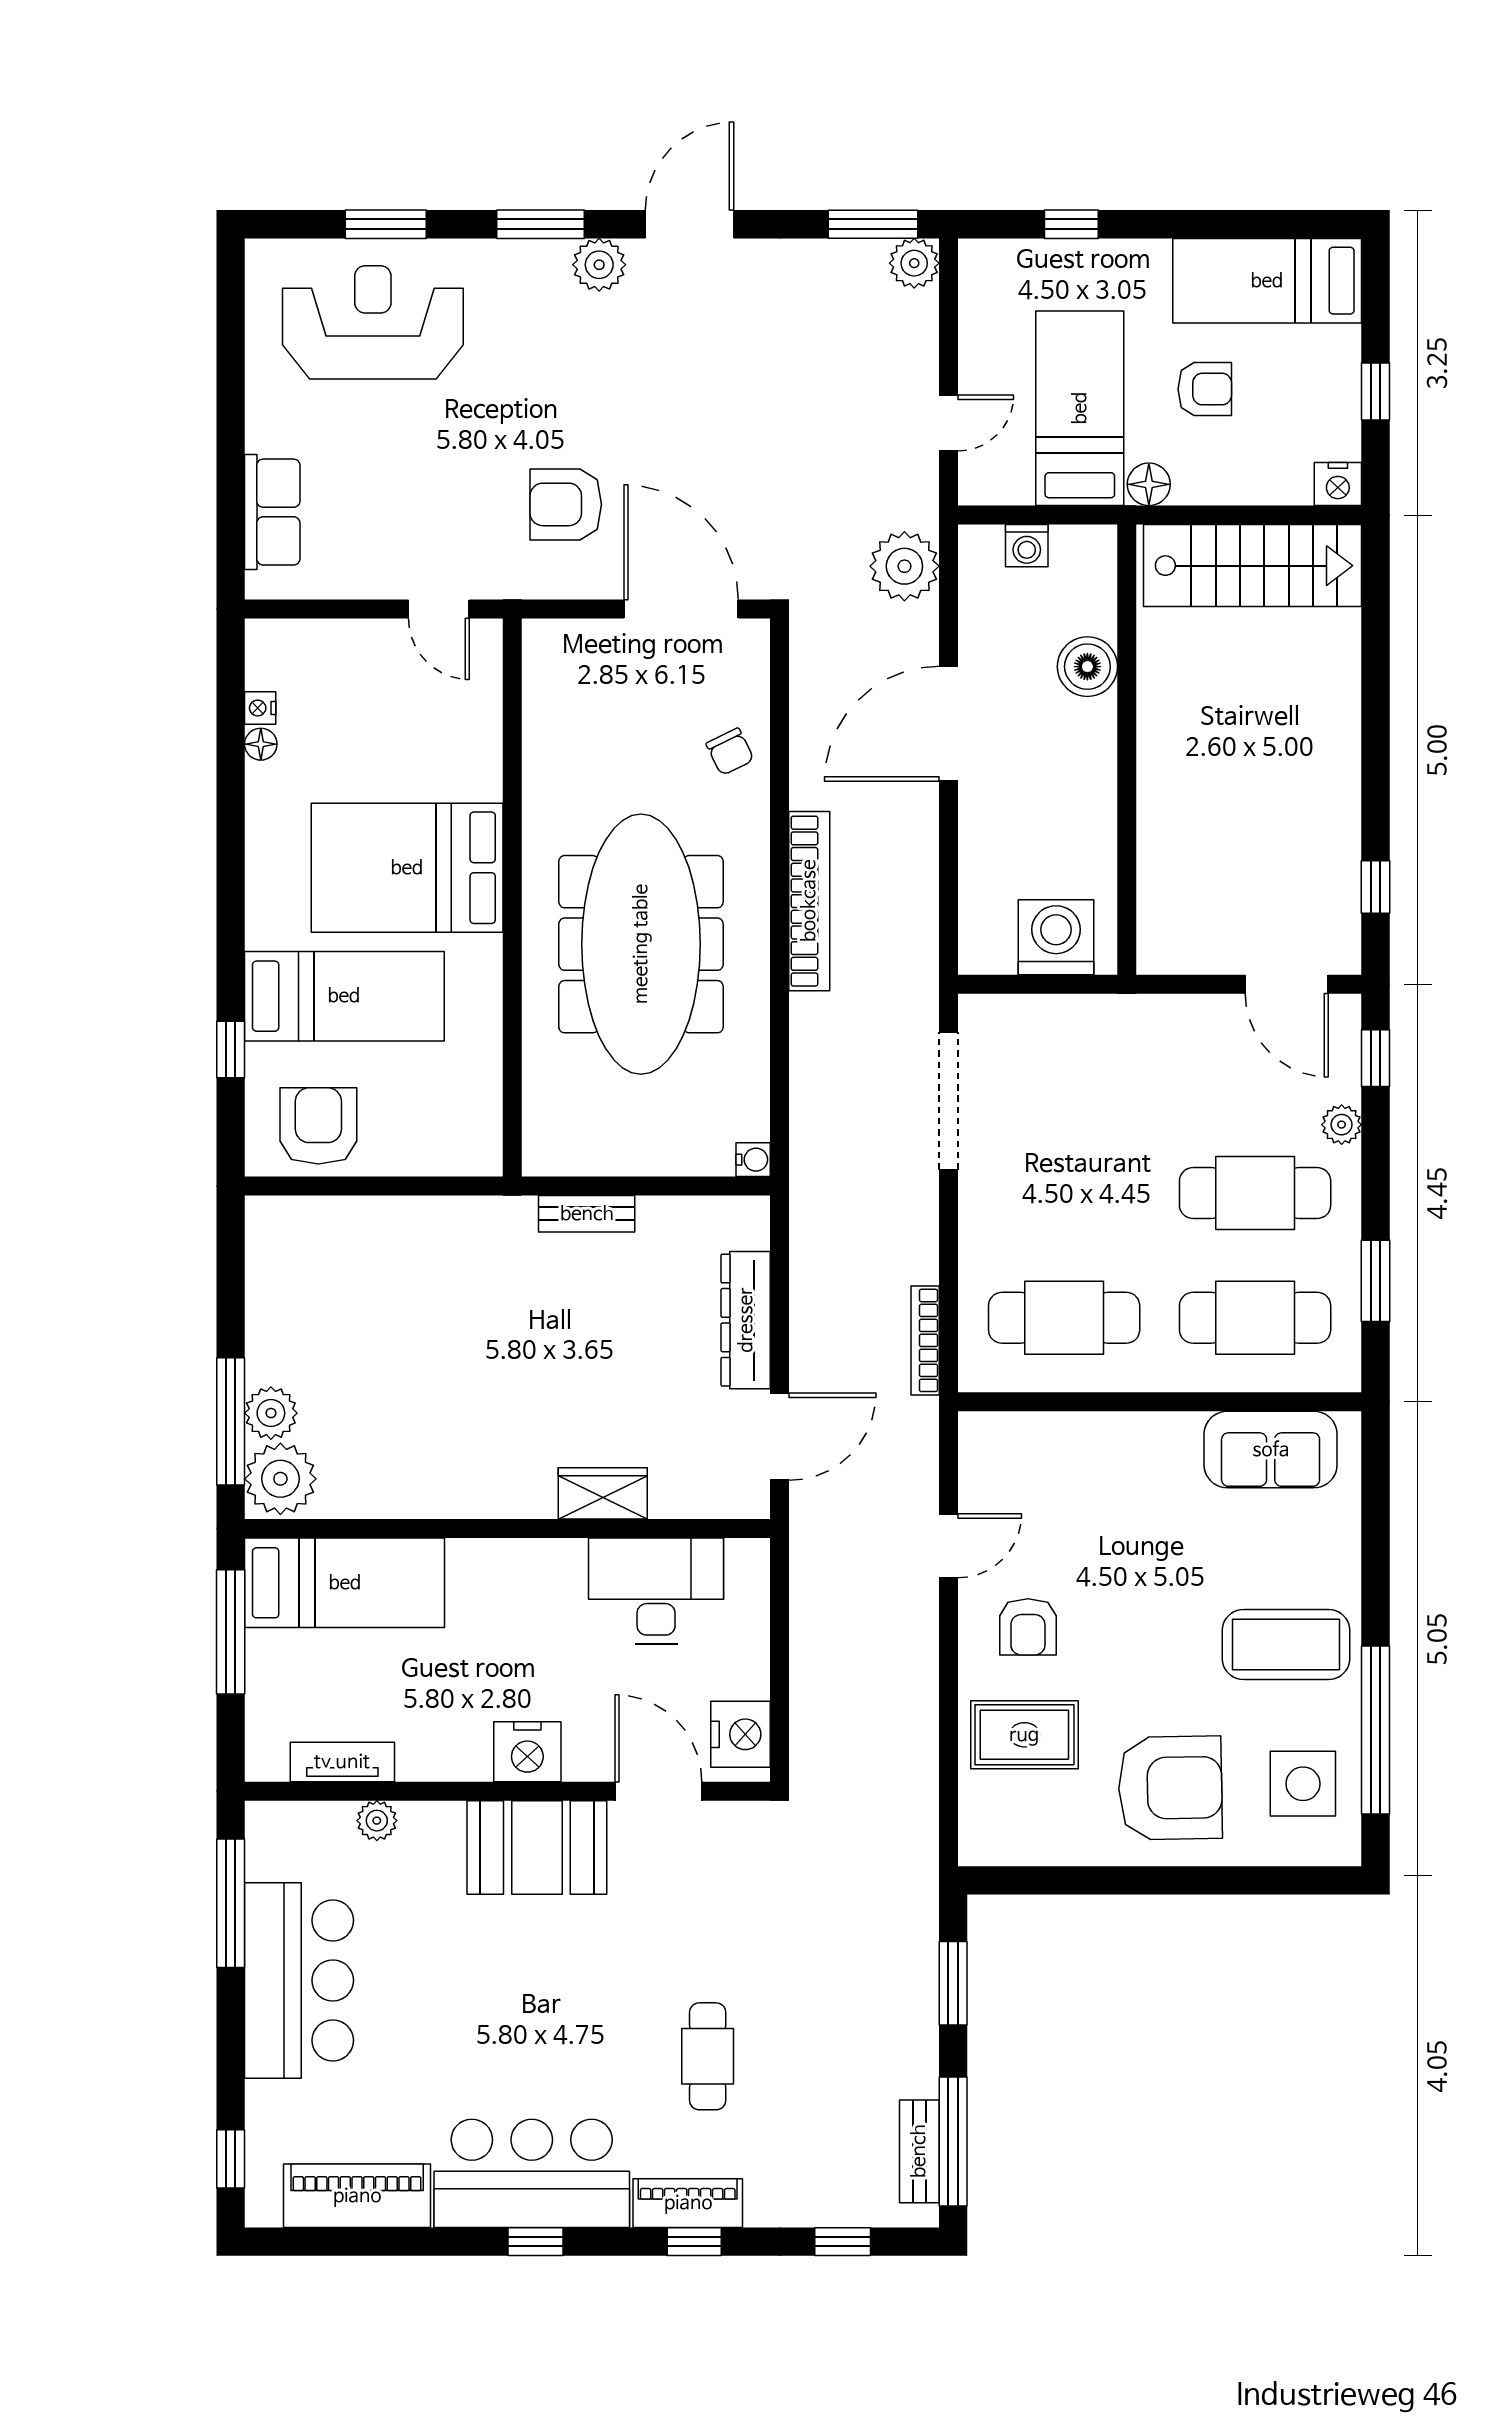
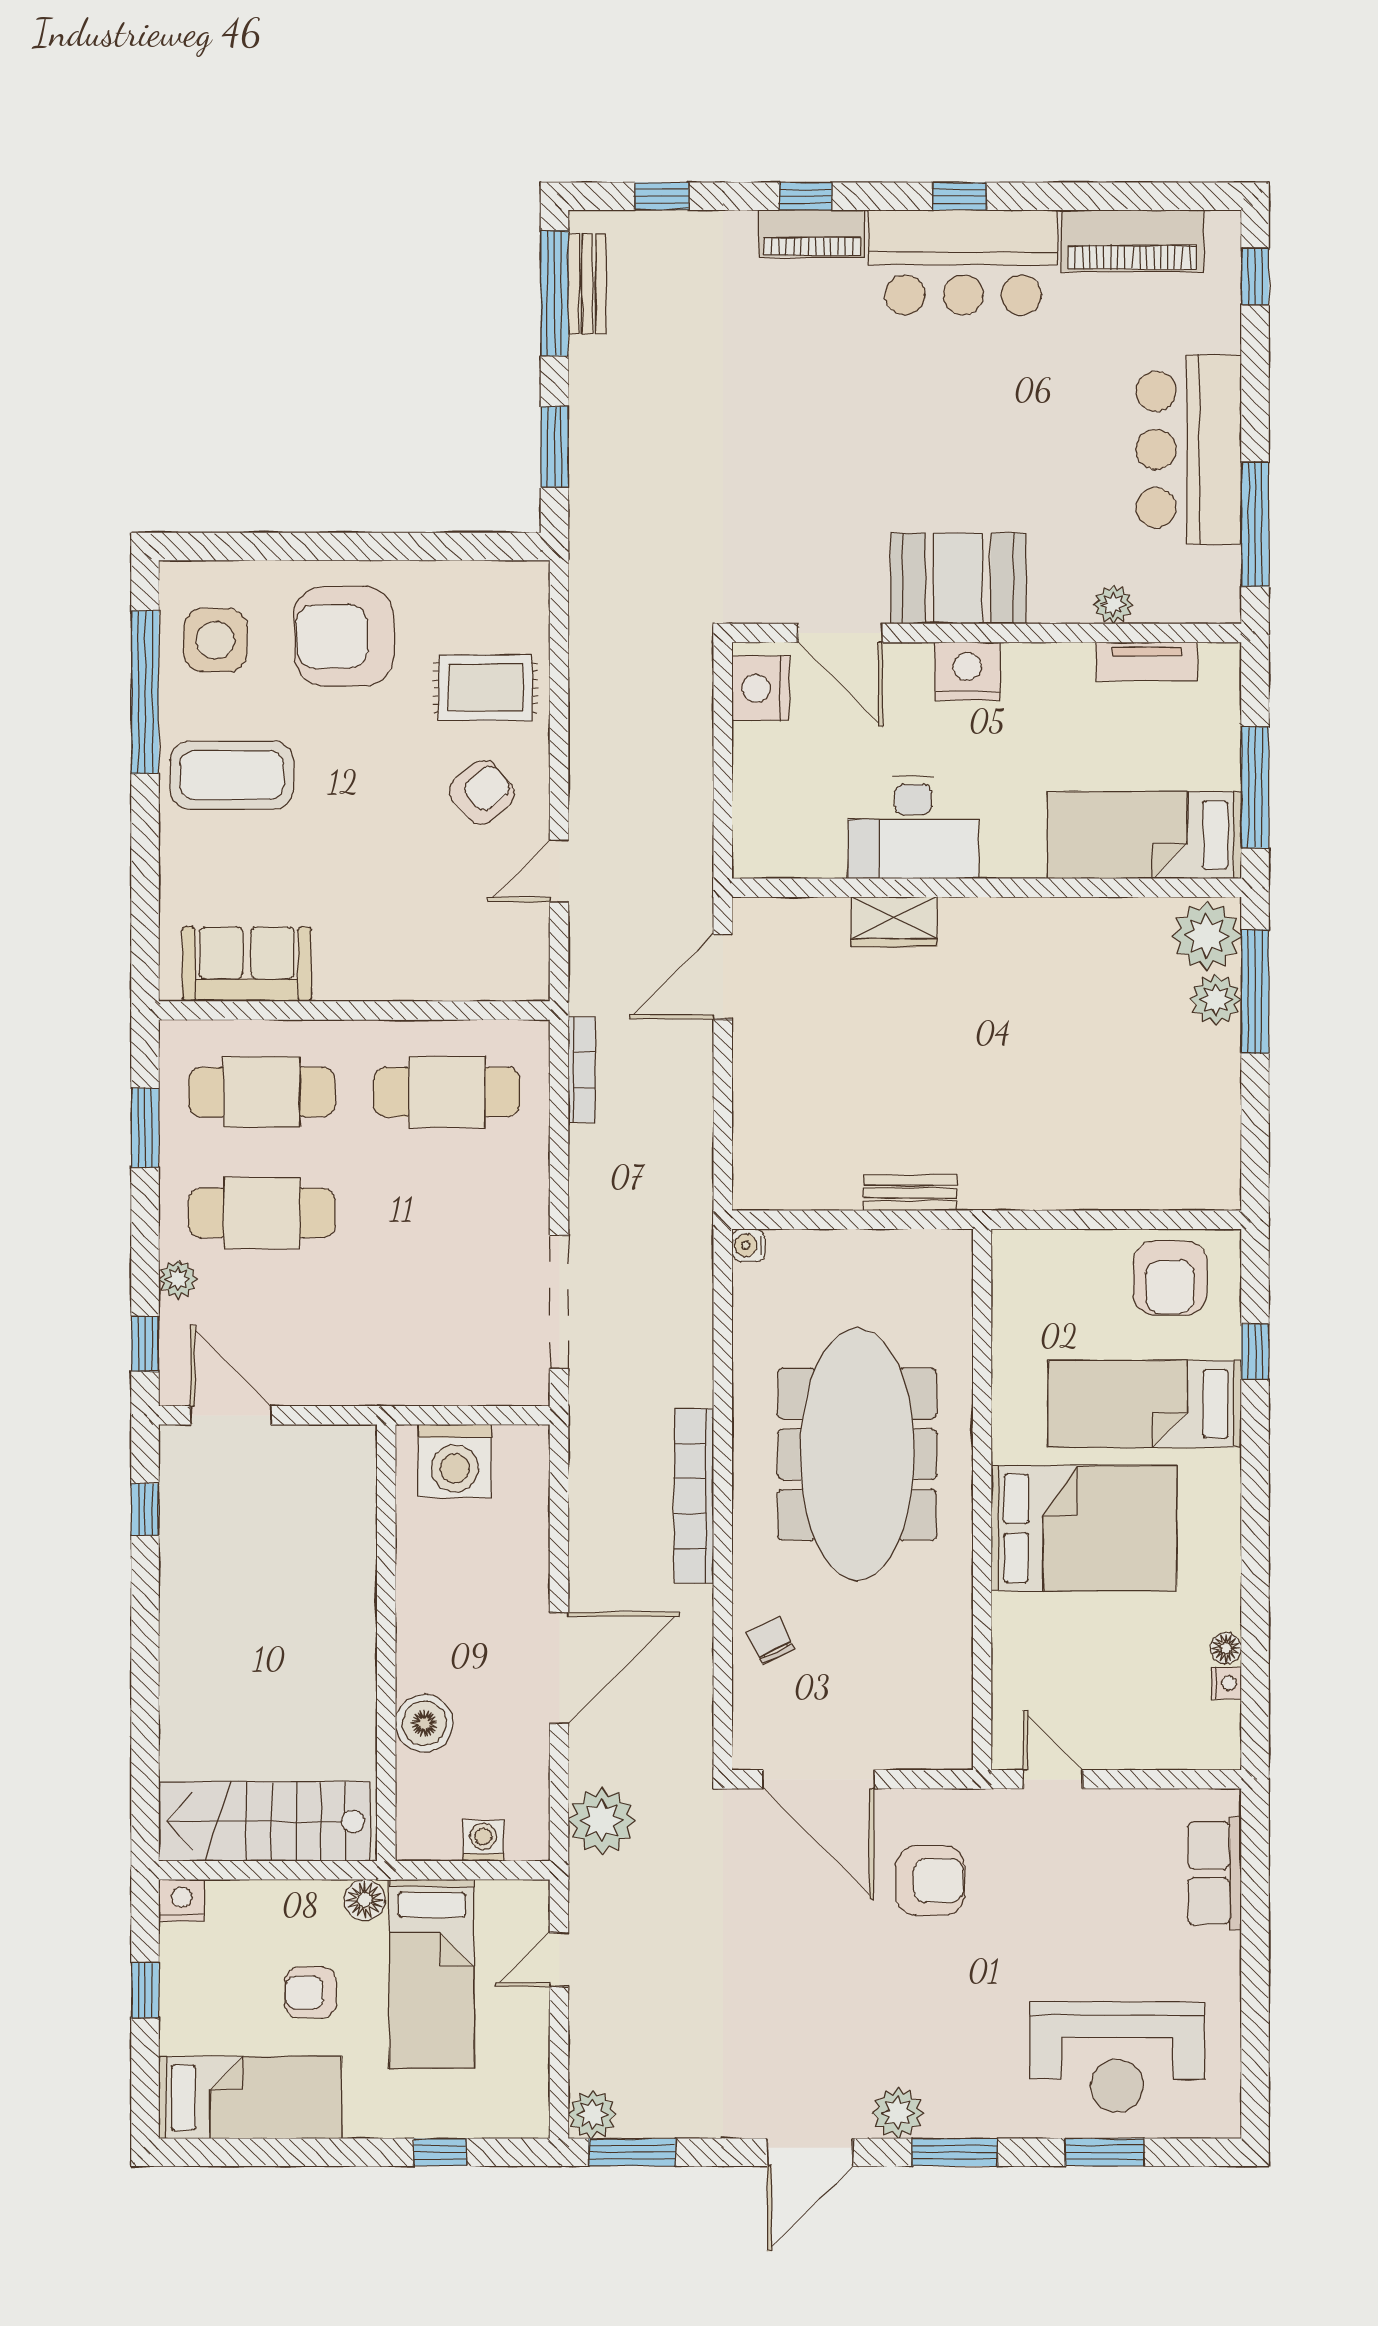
dresser: (746, 1320) -> (756, 1090), removed
desk: (656, 1591) -> (913, 827), moved
armchair: (1028, 1627) -> (482, 792), turned 50
cafe table: (708, 2056) -> (793, 376), removed

